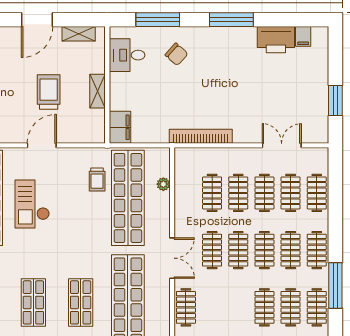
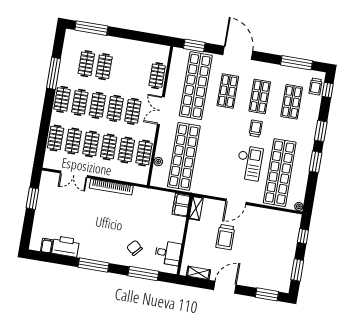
shelving: (98, 91) -> (196, 208), moved
bookcase: (201, 136) -> (111, 187), moved
trolley: (97, 179) -> (256, 128), moved
clothes rail: (317, 307) -> (144, 153), moved

